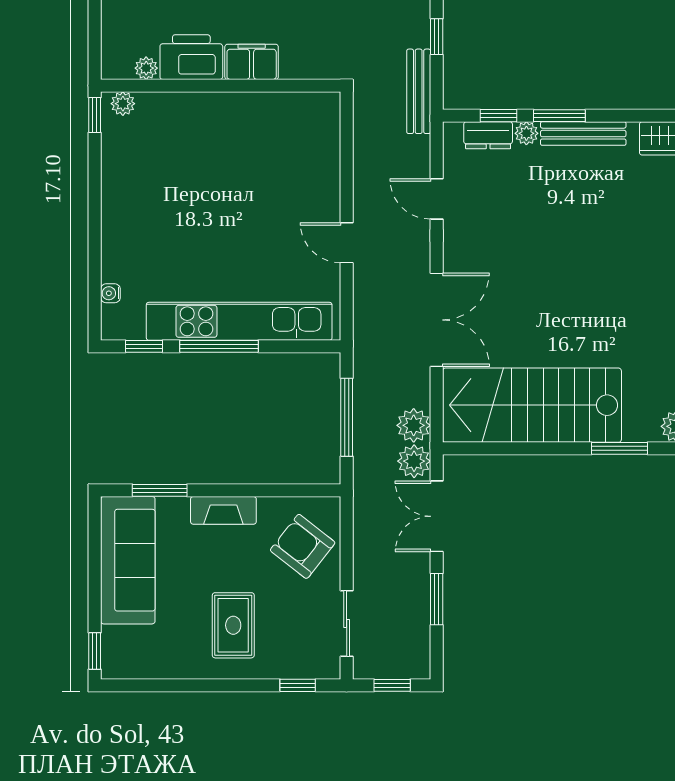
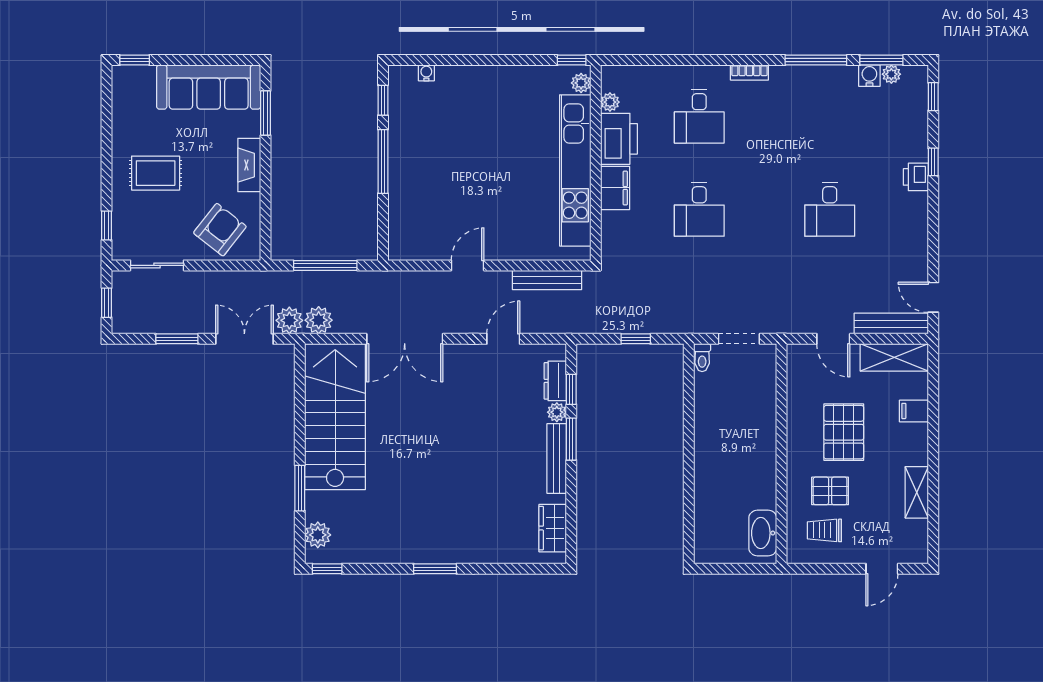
bench: (419, 91) -> (547, 280), moved
kitchen unit: (239, 321) -> (575, 170), moved, turned 180

